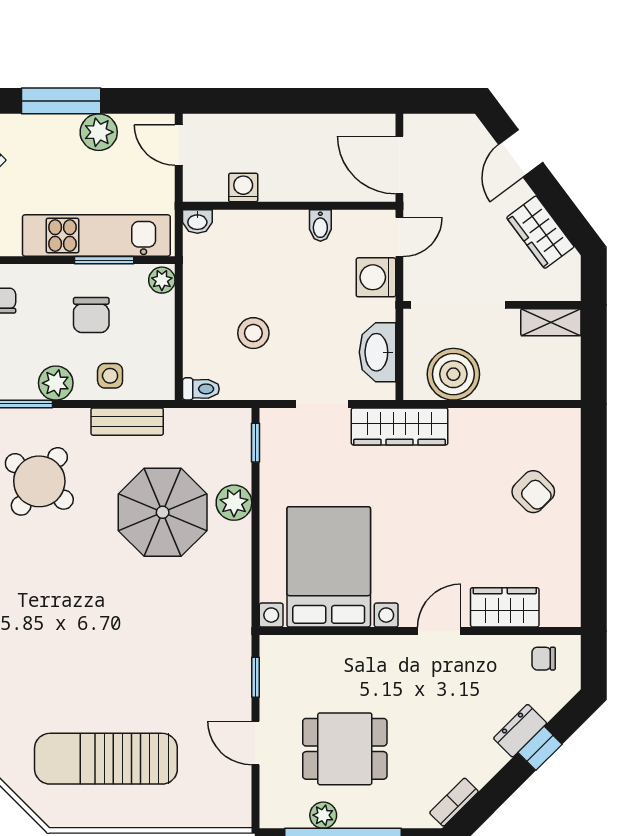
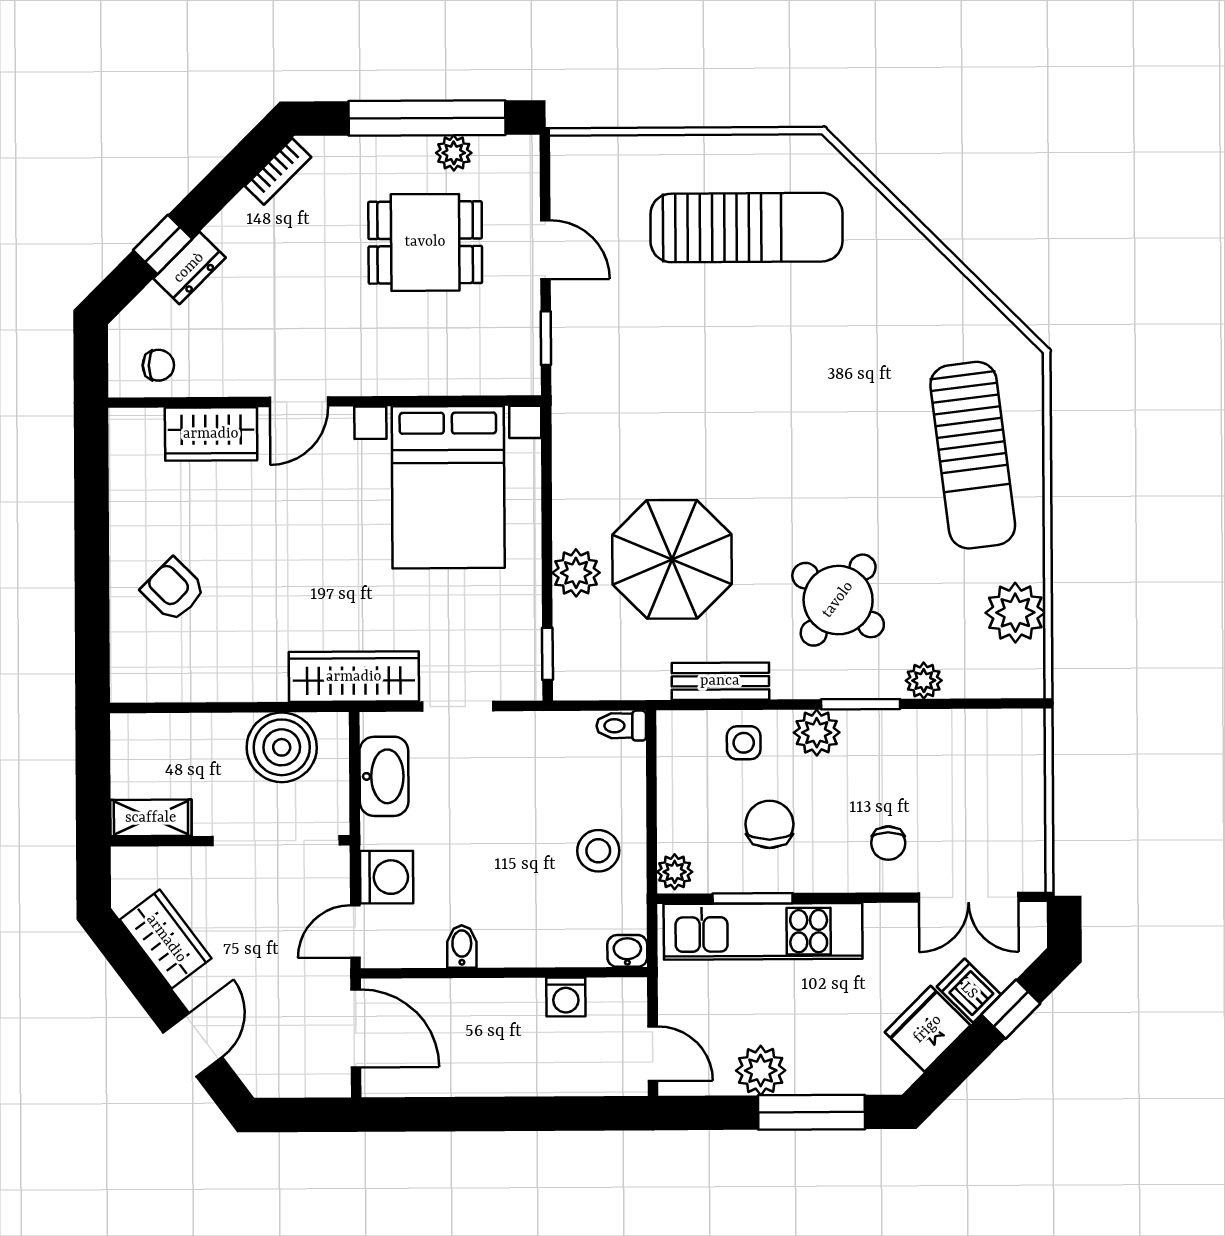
stool: (253, 333) -> (598, 851), moved

